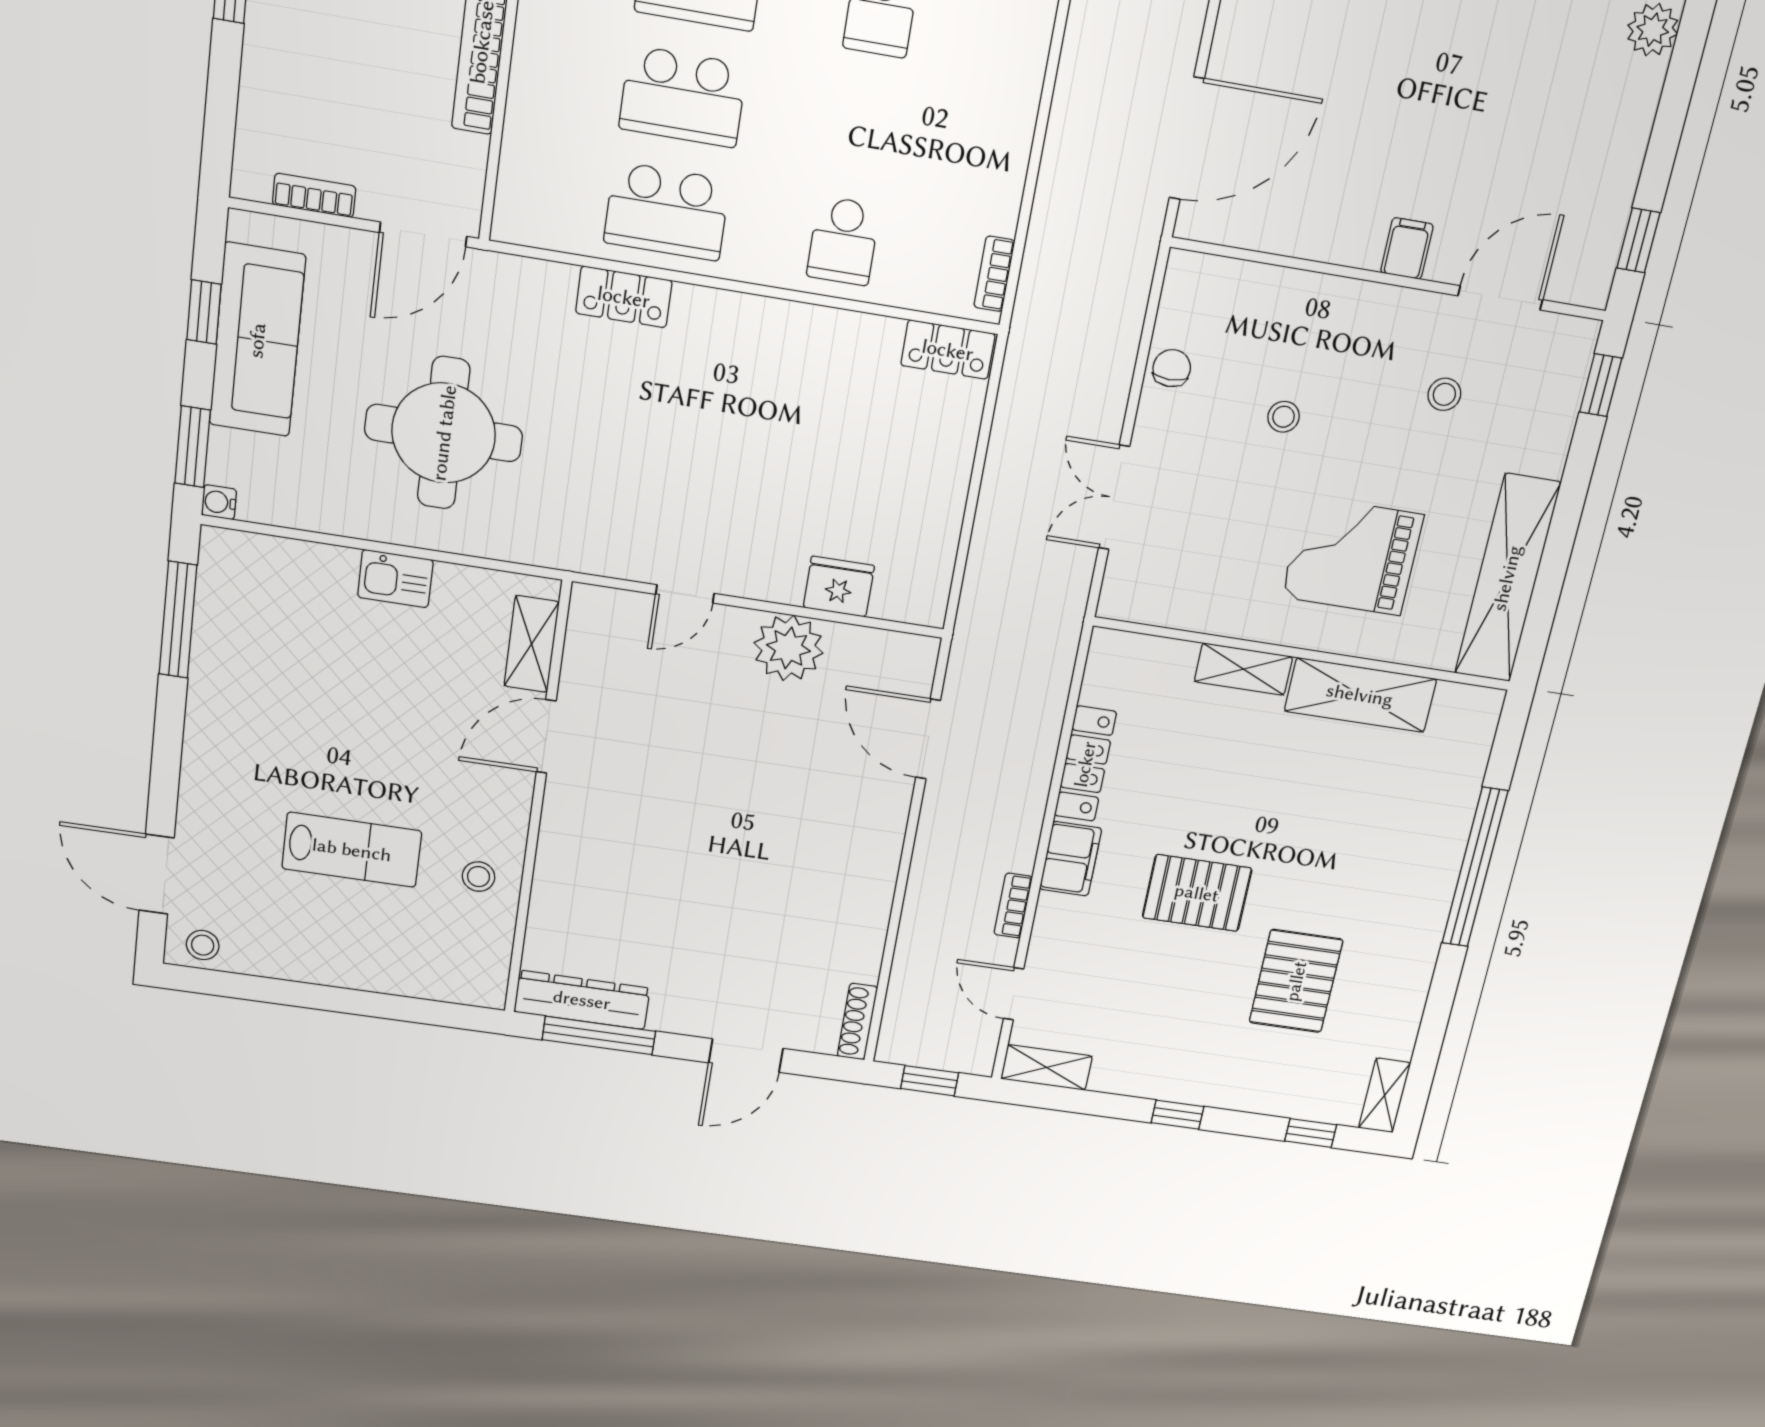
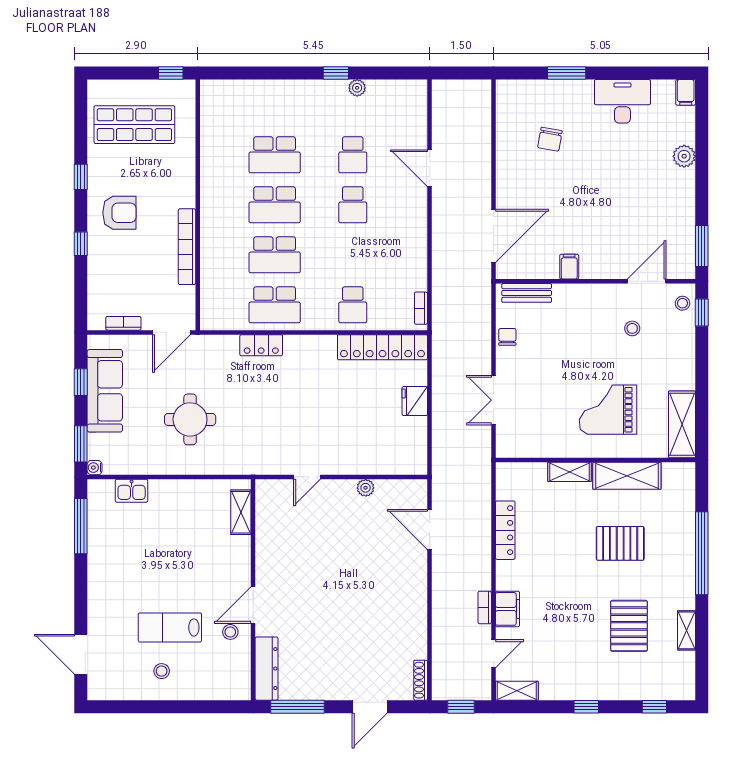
window: (1638, 240) -> (702, 246), width x1.50
filing cabinet: (1407, 248) -> (569, 267), moved
bench: (1234, 279) -> (527, 293), added
locker: (948, 350) -> (382, 347), width x2.16, depth x1.21
stool: (1284, 417) -> (682, 303), moved
round table: (444, 433) -> (190, 419), width x0.73, depth x0.73
shelving: (1507, 578) -> (682, 424), width x0.68
kitchen sink: (395, 579) -> (132, 491), moved
fridge: (839, 587) -> (415, 401), moved, turned -90
plant: (788, 648) -> (366, 488), width x0.53, depth x0.53
door: (546, 736) -> (253, 605), moved
lab bench: (352, 850) -> (170, 627), turned 180
filing cabinet: (1071, 859) -> (507, 609), moved
pallet: (1197, 893) -> (620, 543), moved
stool: (203, 945) -> (162, 671), moved
door: (1013, 994) -> (493, 654), swing flipped
dresser: (582, 1000) -> (267, 669), moved, turned 90
shelving: (1384, 1095) -> (686, 630), moved

